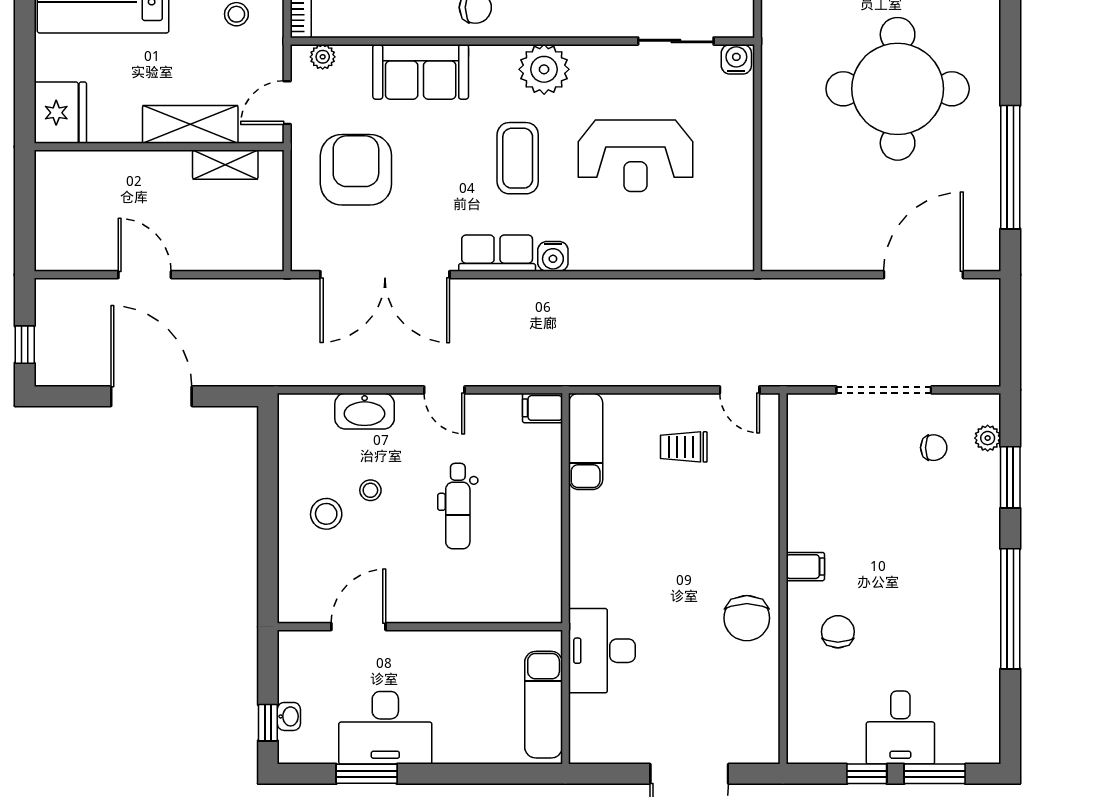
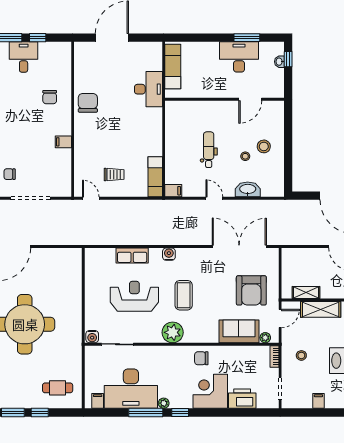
sofa: (421, 72) -> (239, 331), moved
row of seats: (497, 253) -> (132, 255), moved
filing cabinet: (805, 567) -> (63, 142), moved

